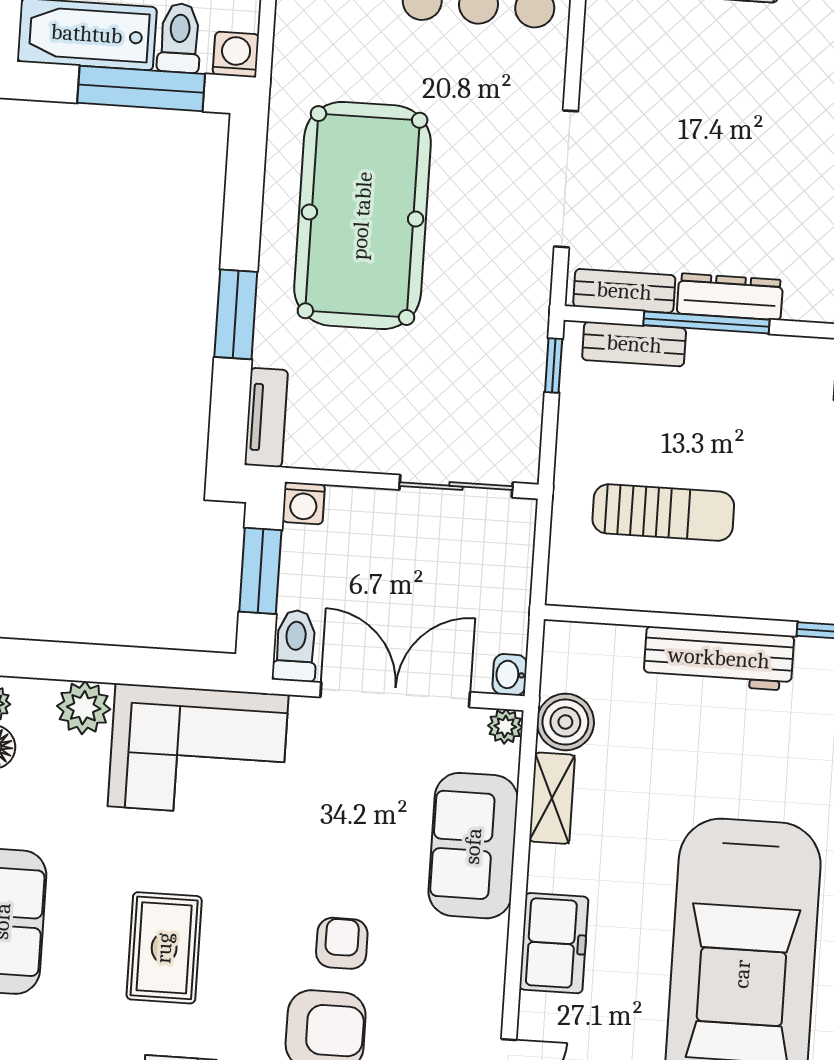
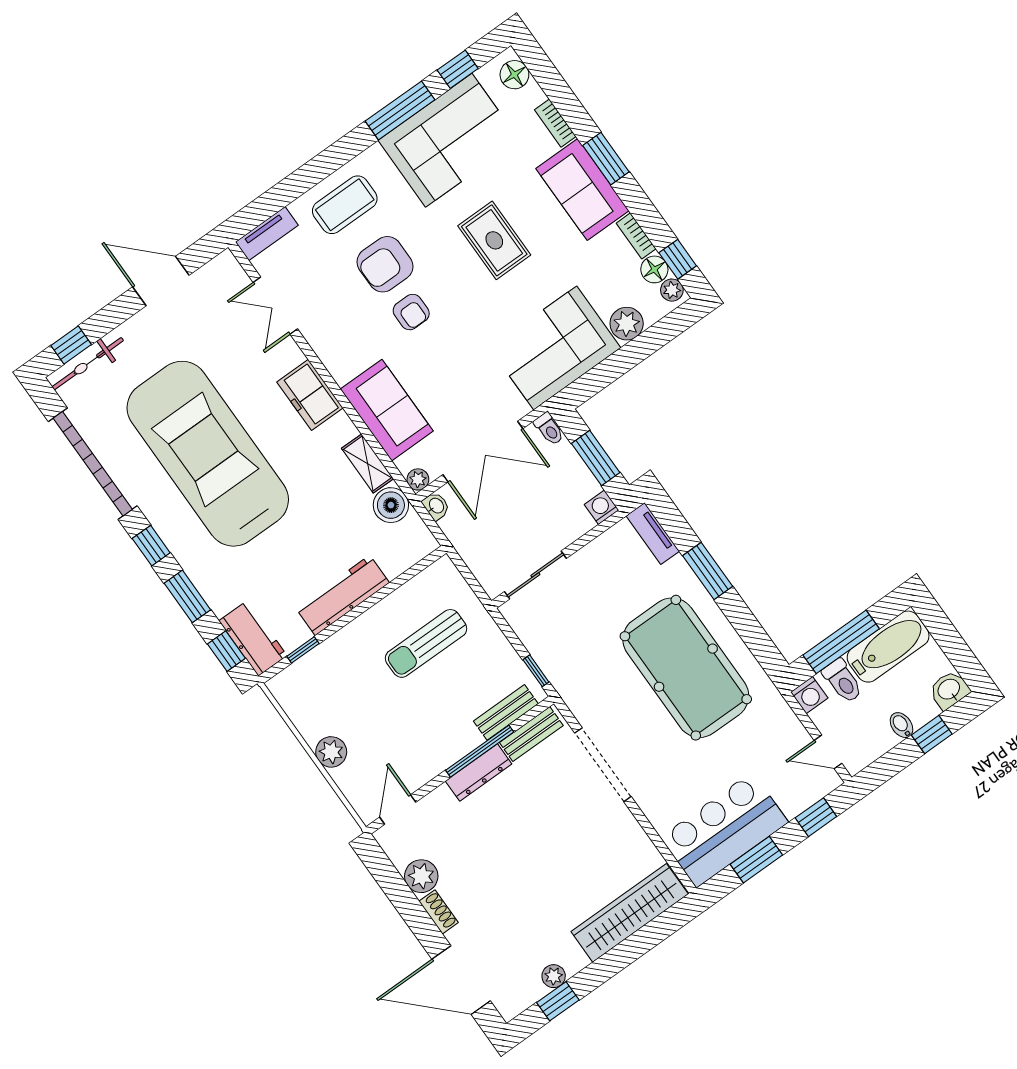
toilet: (295, 646) -> (549, 429), width x0.73, depth x0.72

